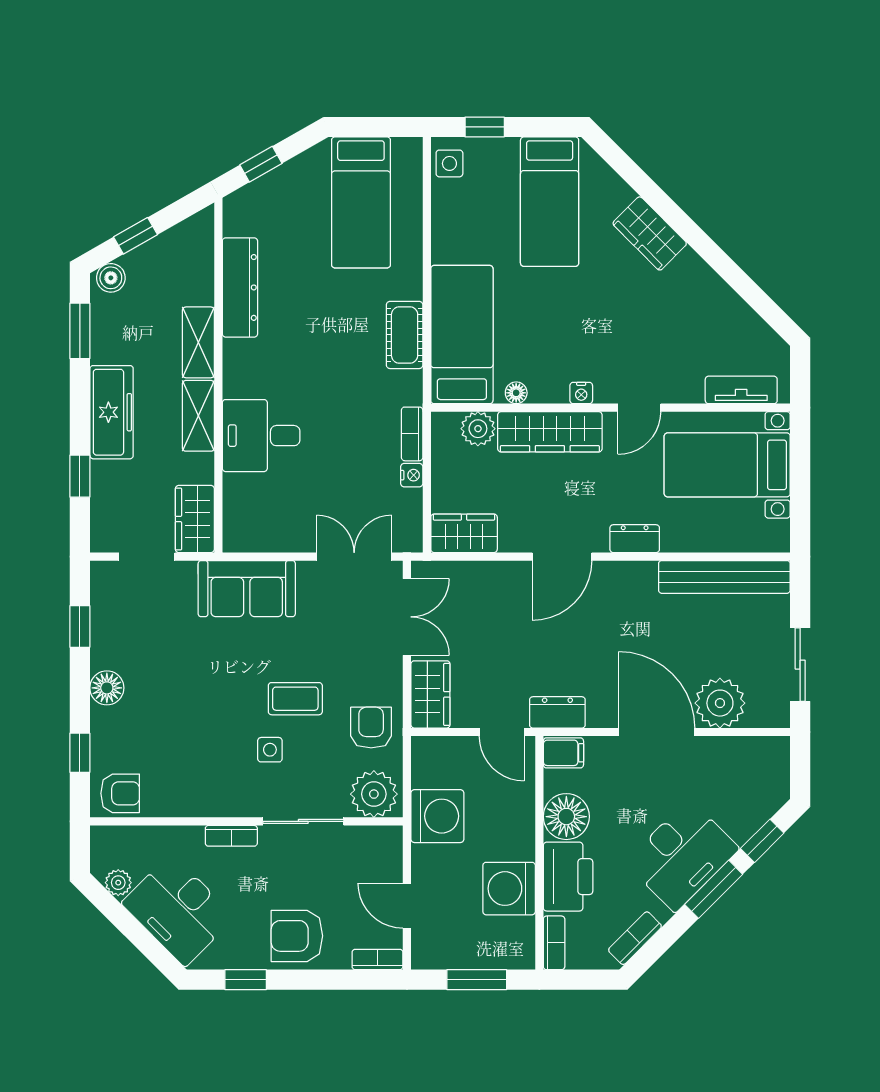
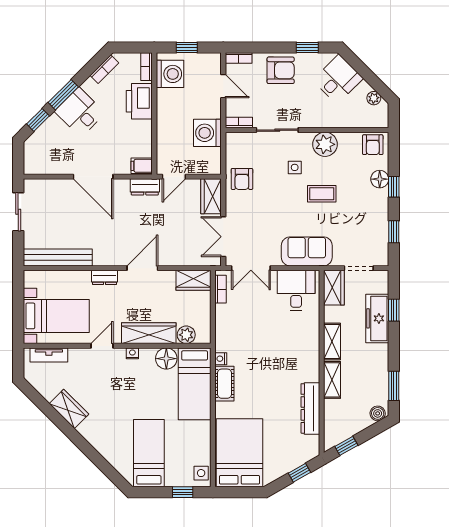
bed: (361, 202) -> (240, 453), width x1.50
wardrobe: (650, 233) -> (69, 409), moved
window: (136, 236) -> (346, 446), moved
floor lamp: (516, 393) -> (166, 359), width x1.89, depth x1.89
freezer: (112, 412) -> (377, 318), moved
bookcase: (412, 434) -> (221, 289), moved
desk: (261, 436) -> (296, 290), moved, turned -90
nightstand: (412, 475) -> (221, 359), moved
floor lamp: (107, 688) -> (380, 179), moved
coffee table: (295, 699) -> (322, 194), moved
plant: (720, 703) -> (60, 192), removed
door: (502, 732) -> (174, 177), swing flipped
window: (80, 753) -> (394, 187), moved
armchair: (120, 793) -> (373, 145), turned -90
plant: (374, 794) -> (325, 144), moved
floor lamp: (566, 817) -> (140, 133), removed
bookcase: (231, 836) -> (239, 123), moved
desk: (682, 855) -> (80, 112), width x0.73
washing machine: (509, 889) -> (170, 74), moved
desk: (178, 910) -> (338, 79), width x0.73
window: (477, 980) -> (187, 48), width x0.67

